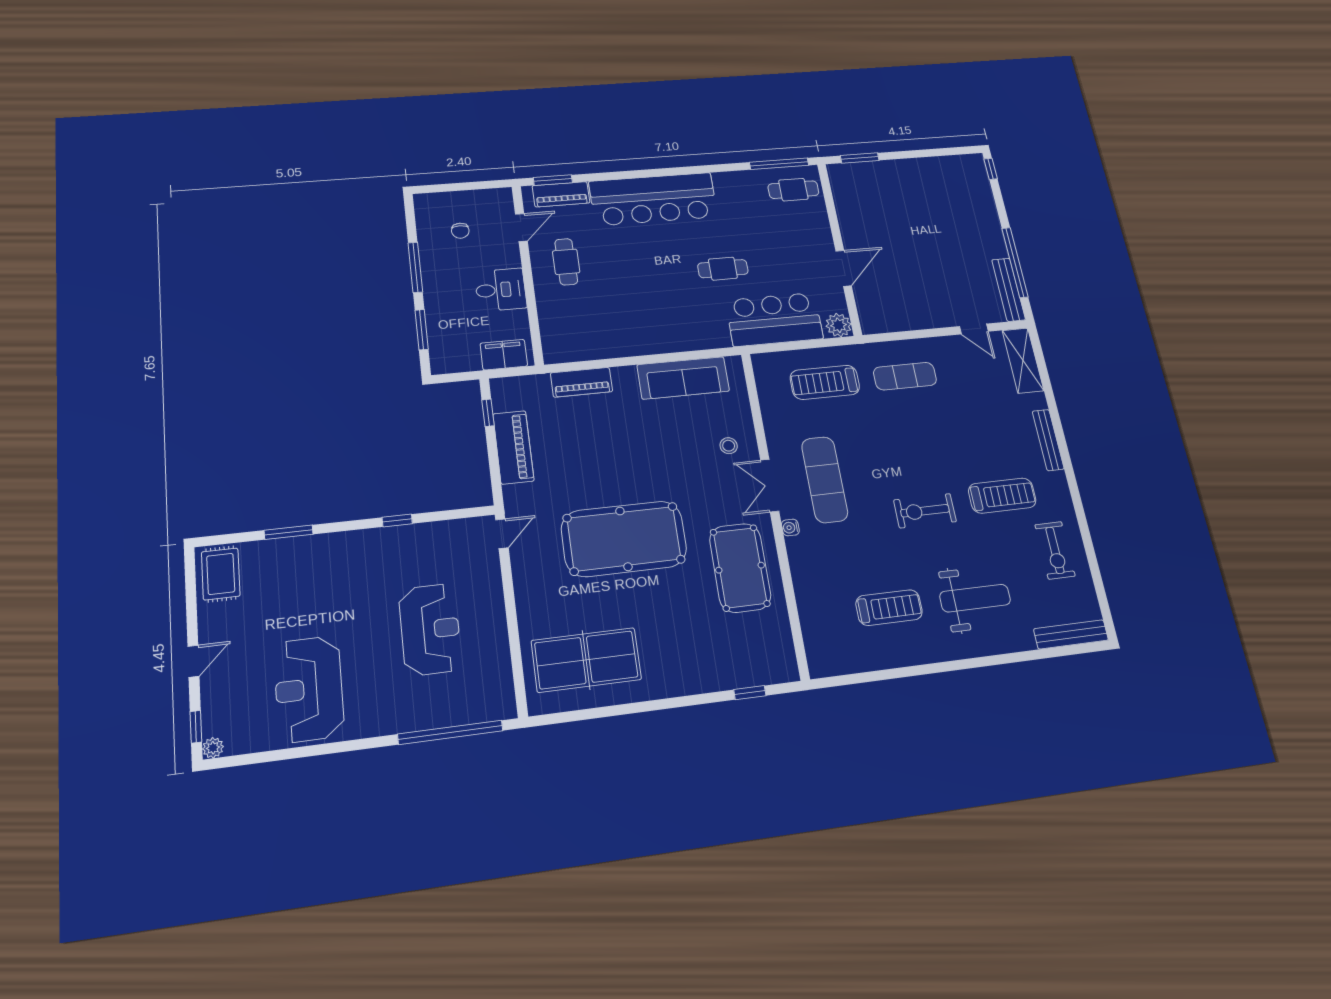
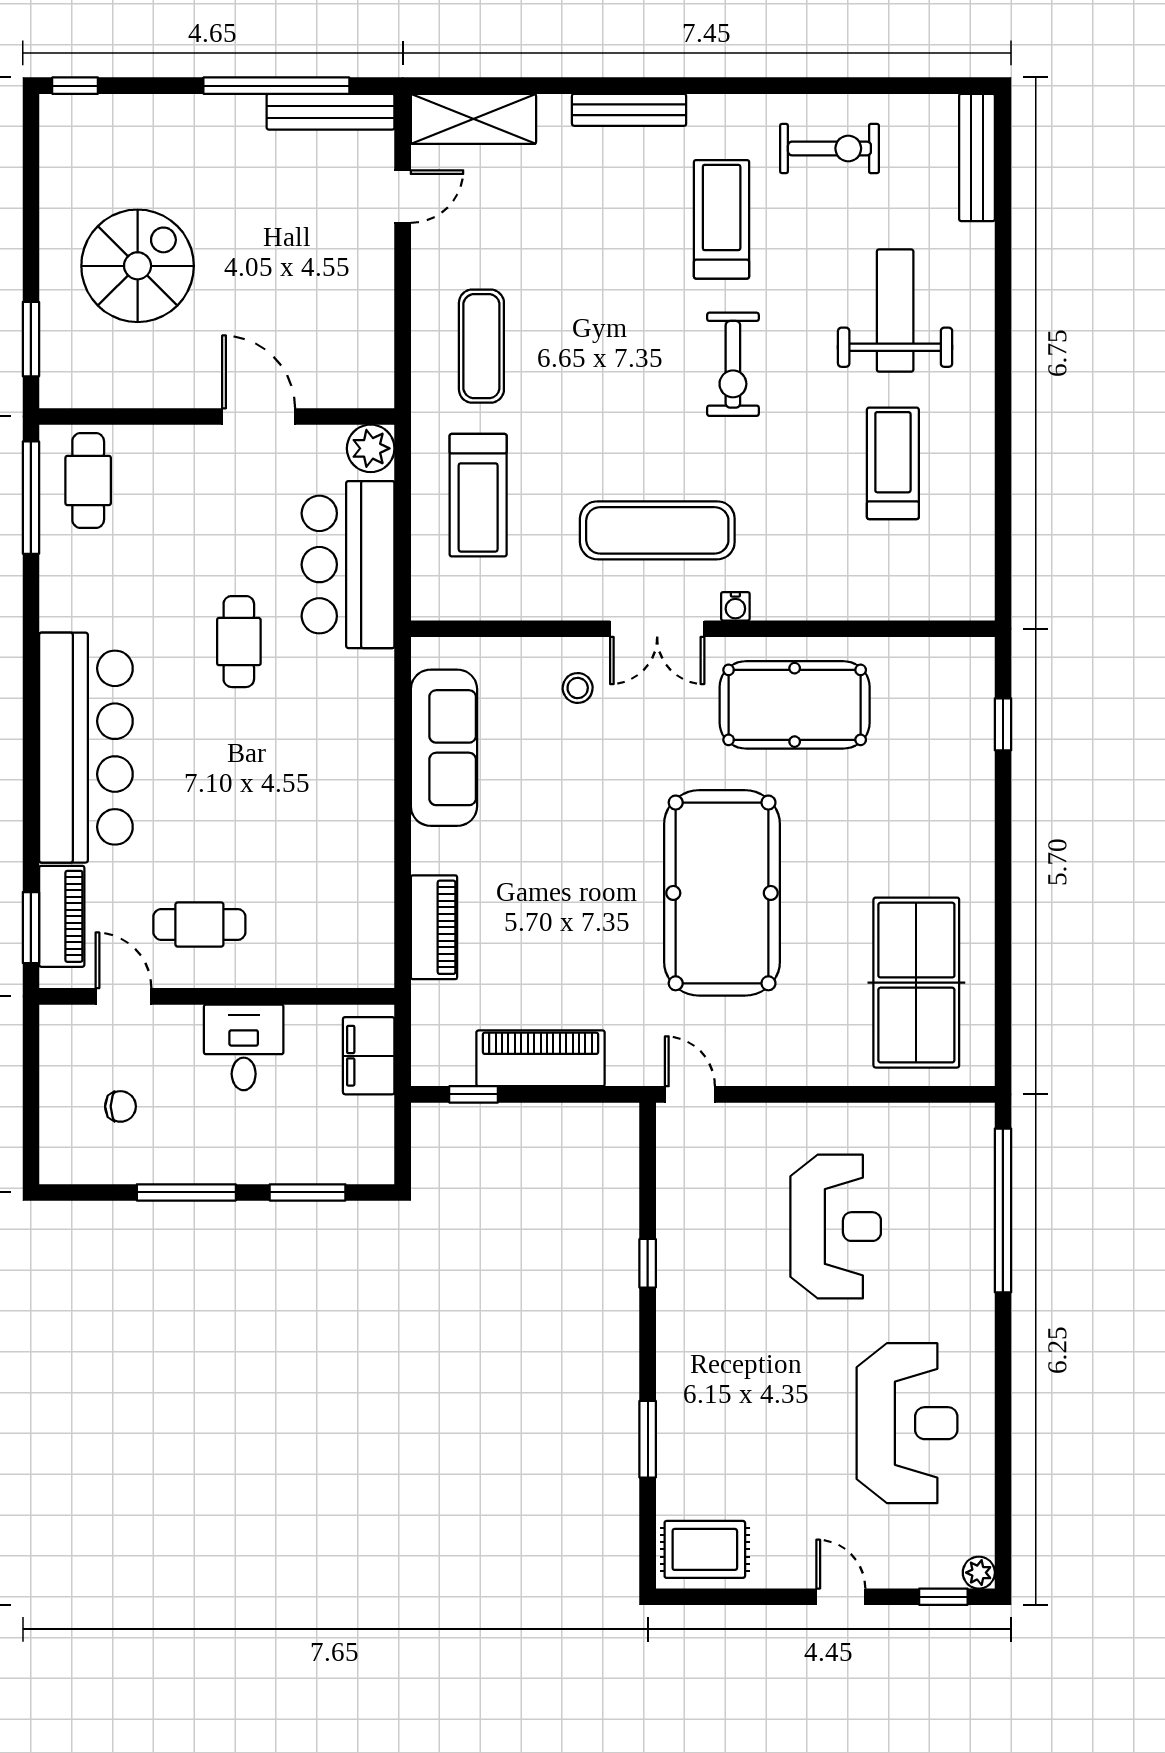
spiral stairs: (908, 204) -> (138, 266), added
reception desk: (430, 629) -> (836, 1227), turned 90
reception desk: (309, 689) -> (907, 1423), turned -90

